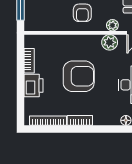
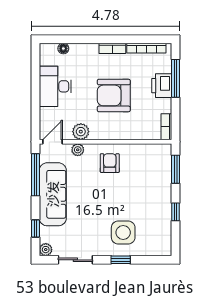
bookcase: (29, 61) -> (166, 127), moved
window: (21, 92) -> (176, 78), added

